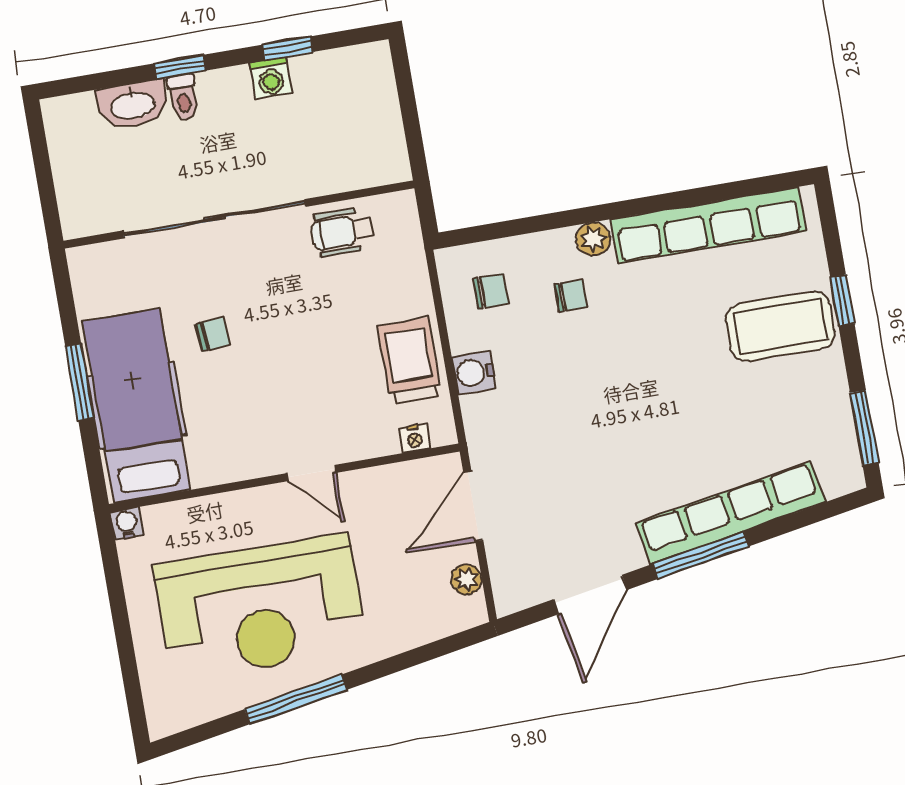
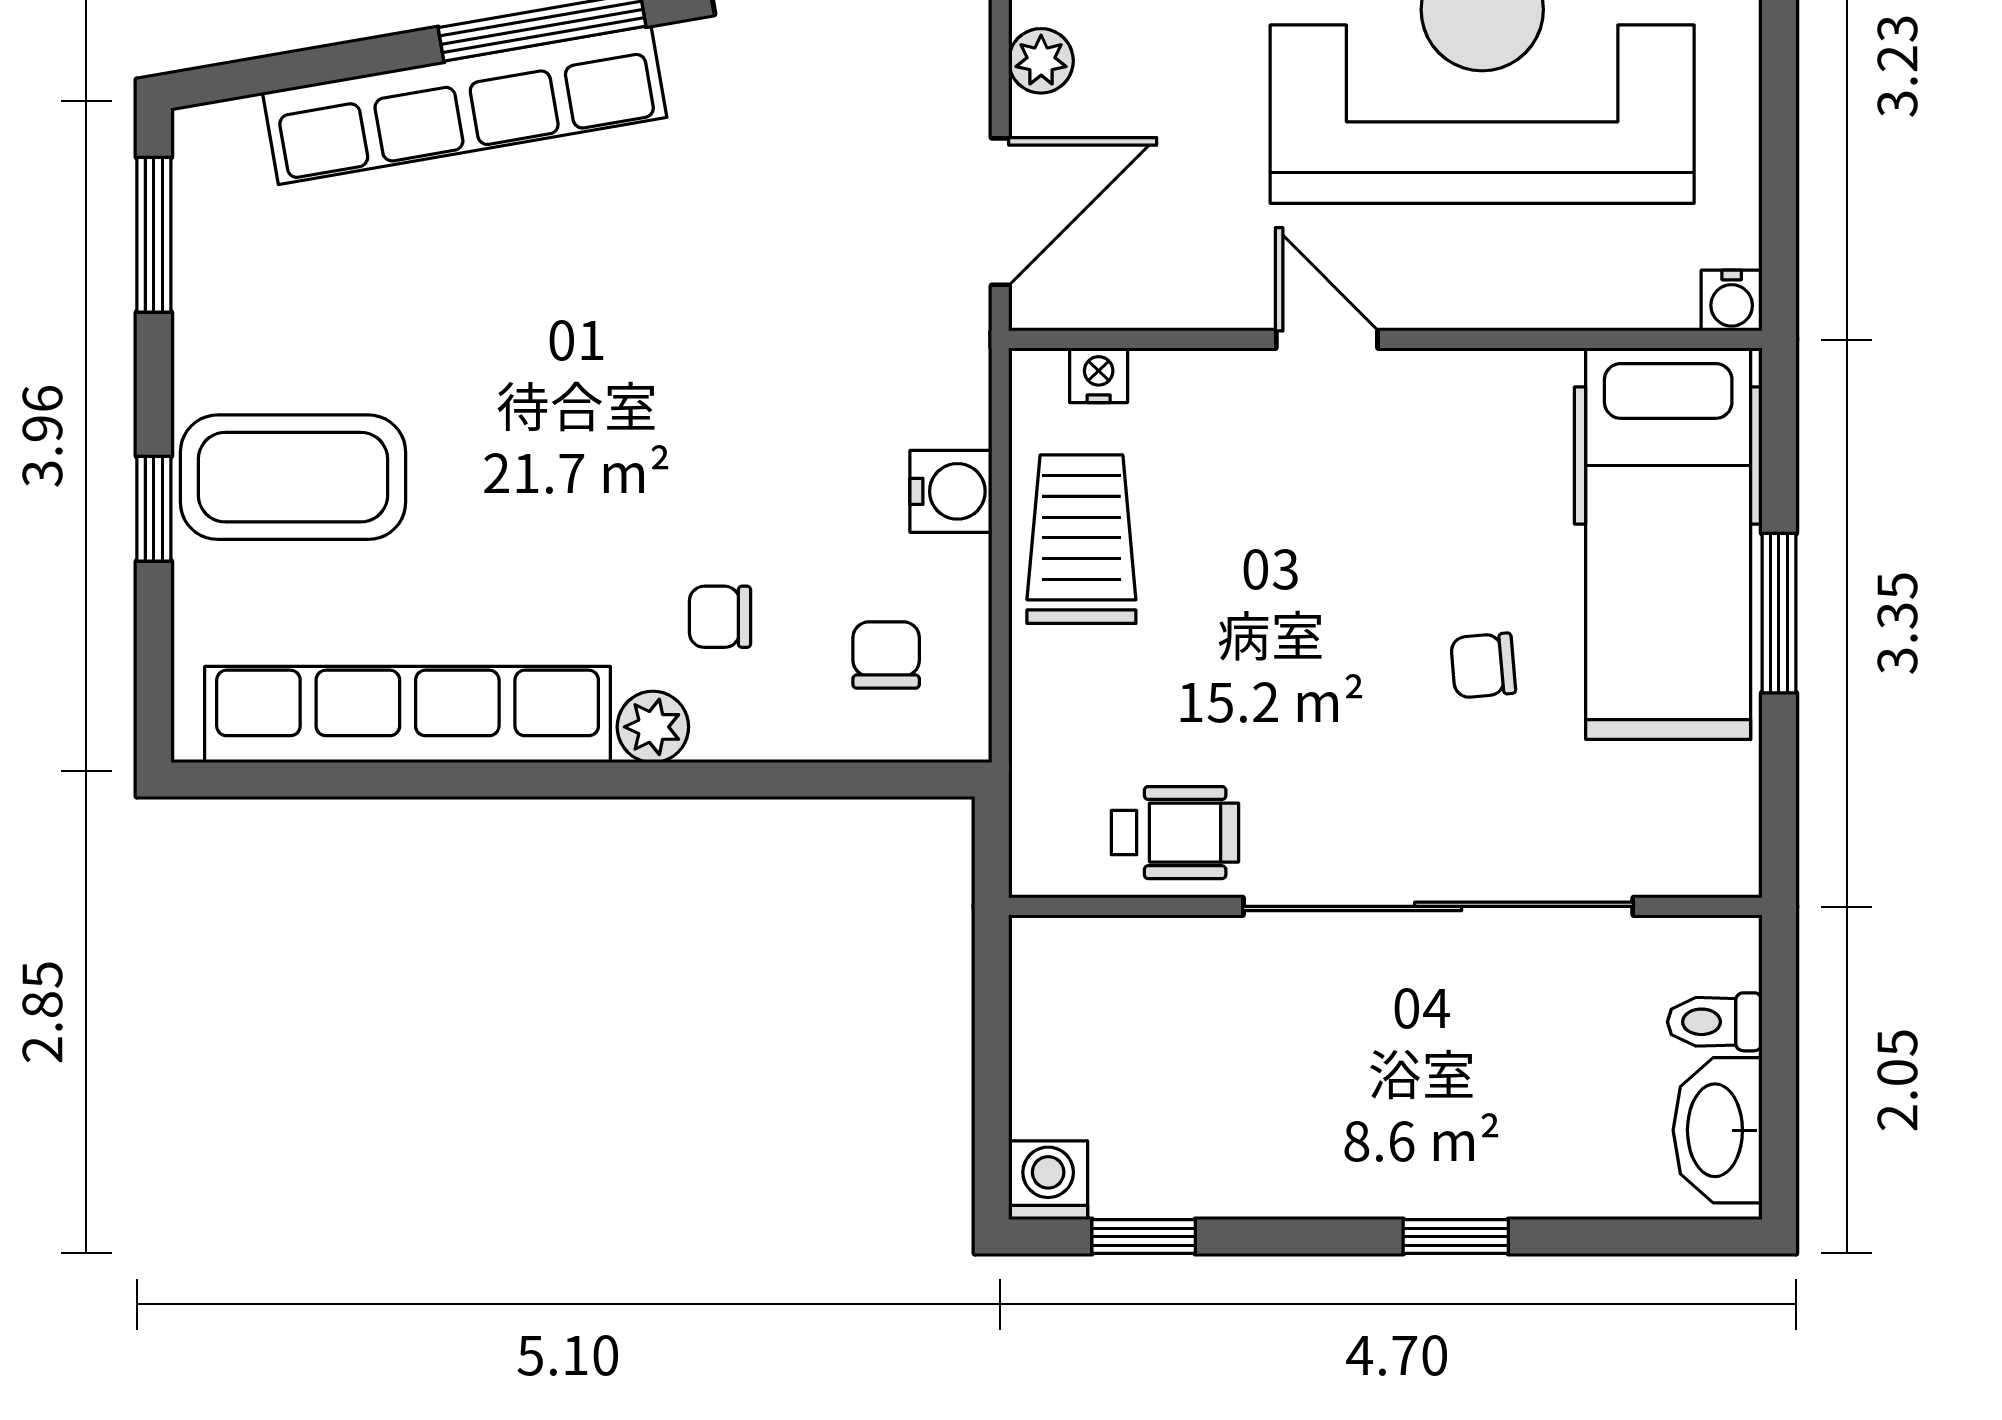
window: (288, 48) -> (1144, 1237), moved
washing machine: (271, 78) -> (1048, 1180), moved
toilet: (183, 97) -> (1715, 1022), moved, turned -90
washbasin: (133, 104) -> (1718, 1130), moved, turned -90
chair: (491, 291) -> (886, 655), turned 90
trolley: (409, 361) -> (1081, 539), turned 180

